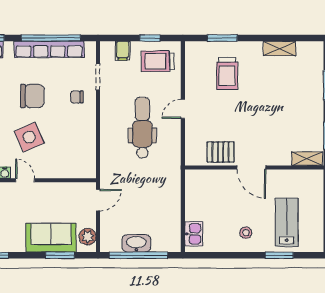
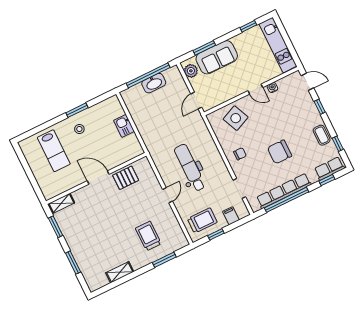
chair: (77, 97) -> (240, 154), moved
dental chair: (142, 128) -> (190, 168), turned 180
side table: (29, 137) -> (236, 118), moved
kitchen sink: (194, 234) -> (124, 126), moved
window: (279, 255) -> (77, 110), moved

